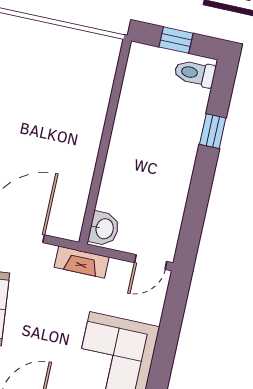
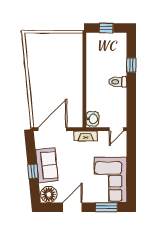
toilet: (195, 73) -> (118, 82), moved

